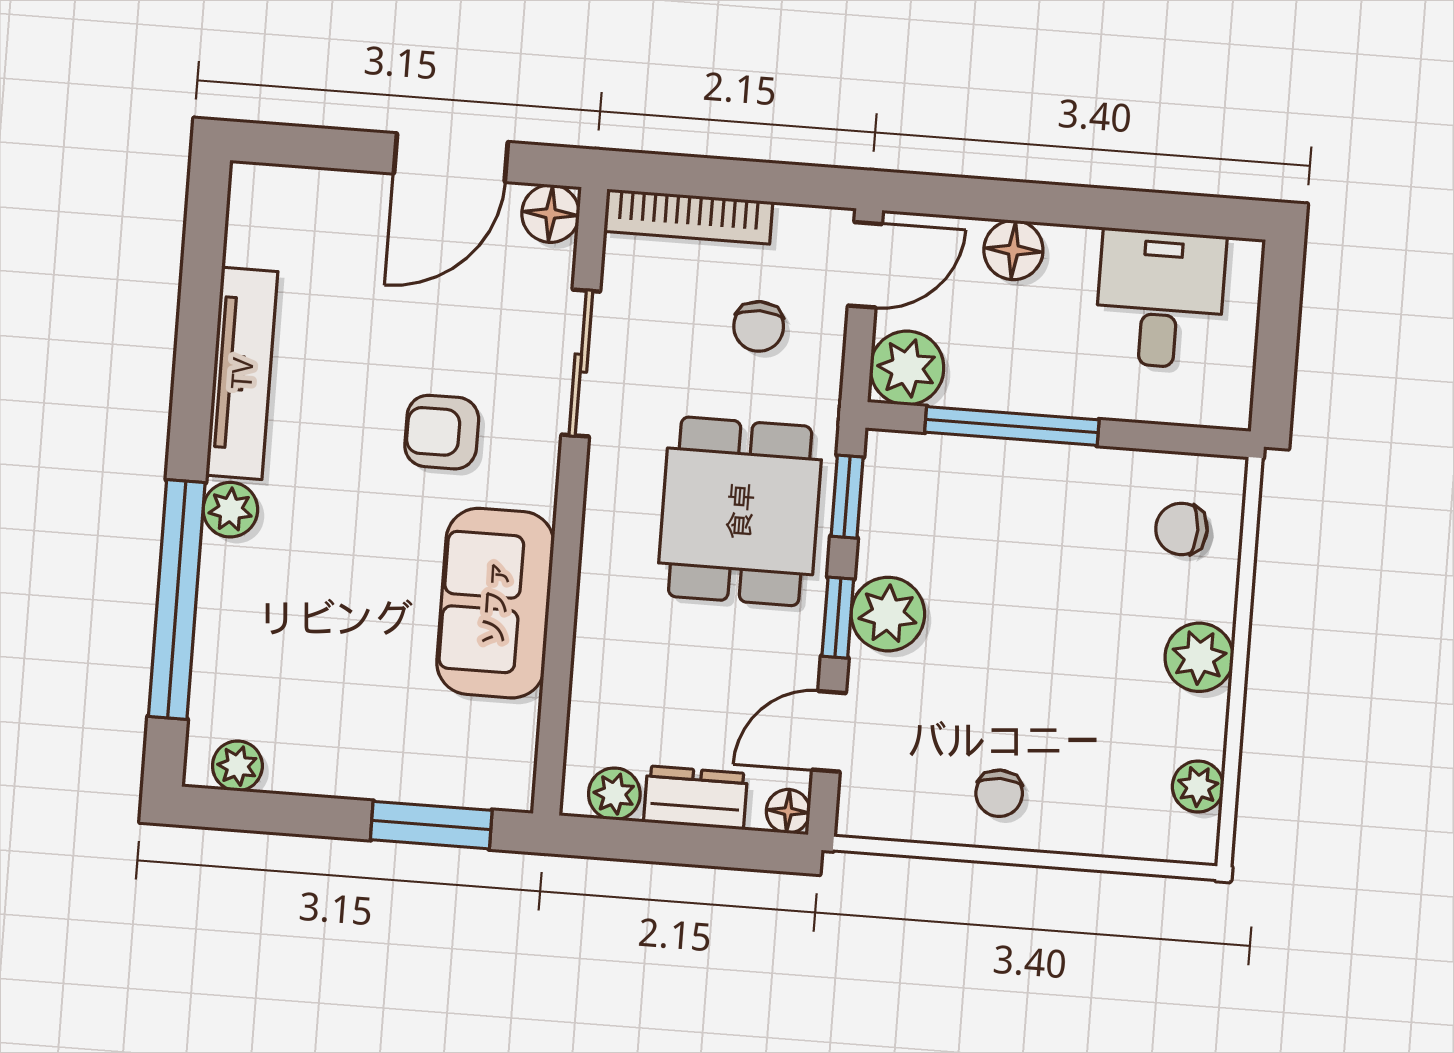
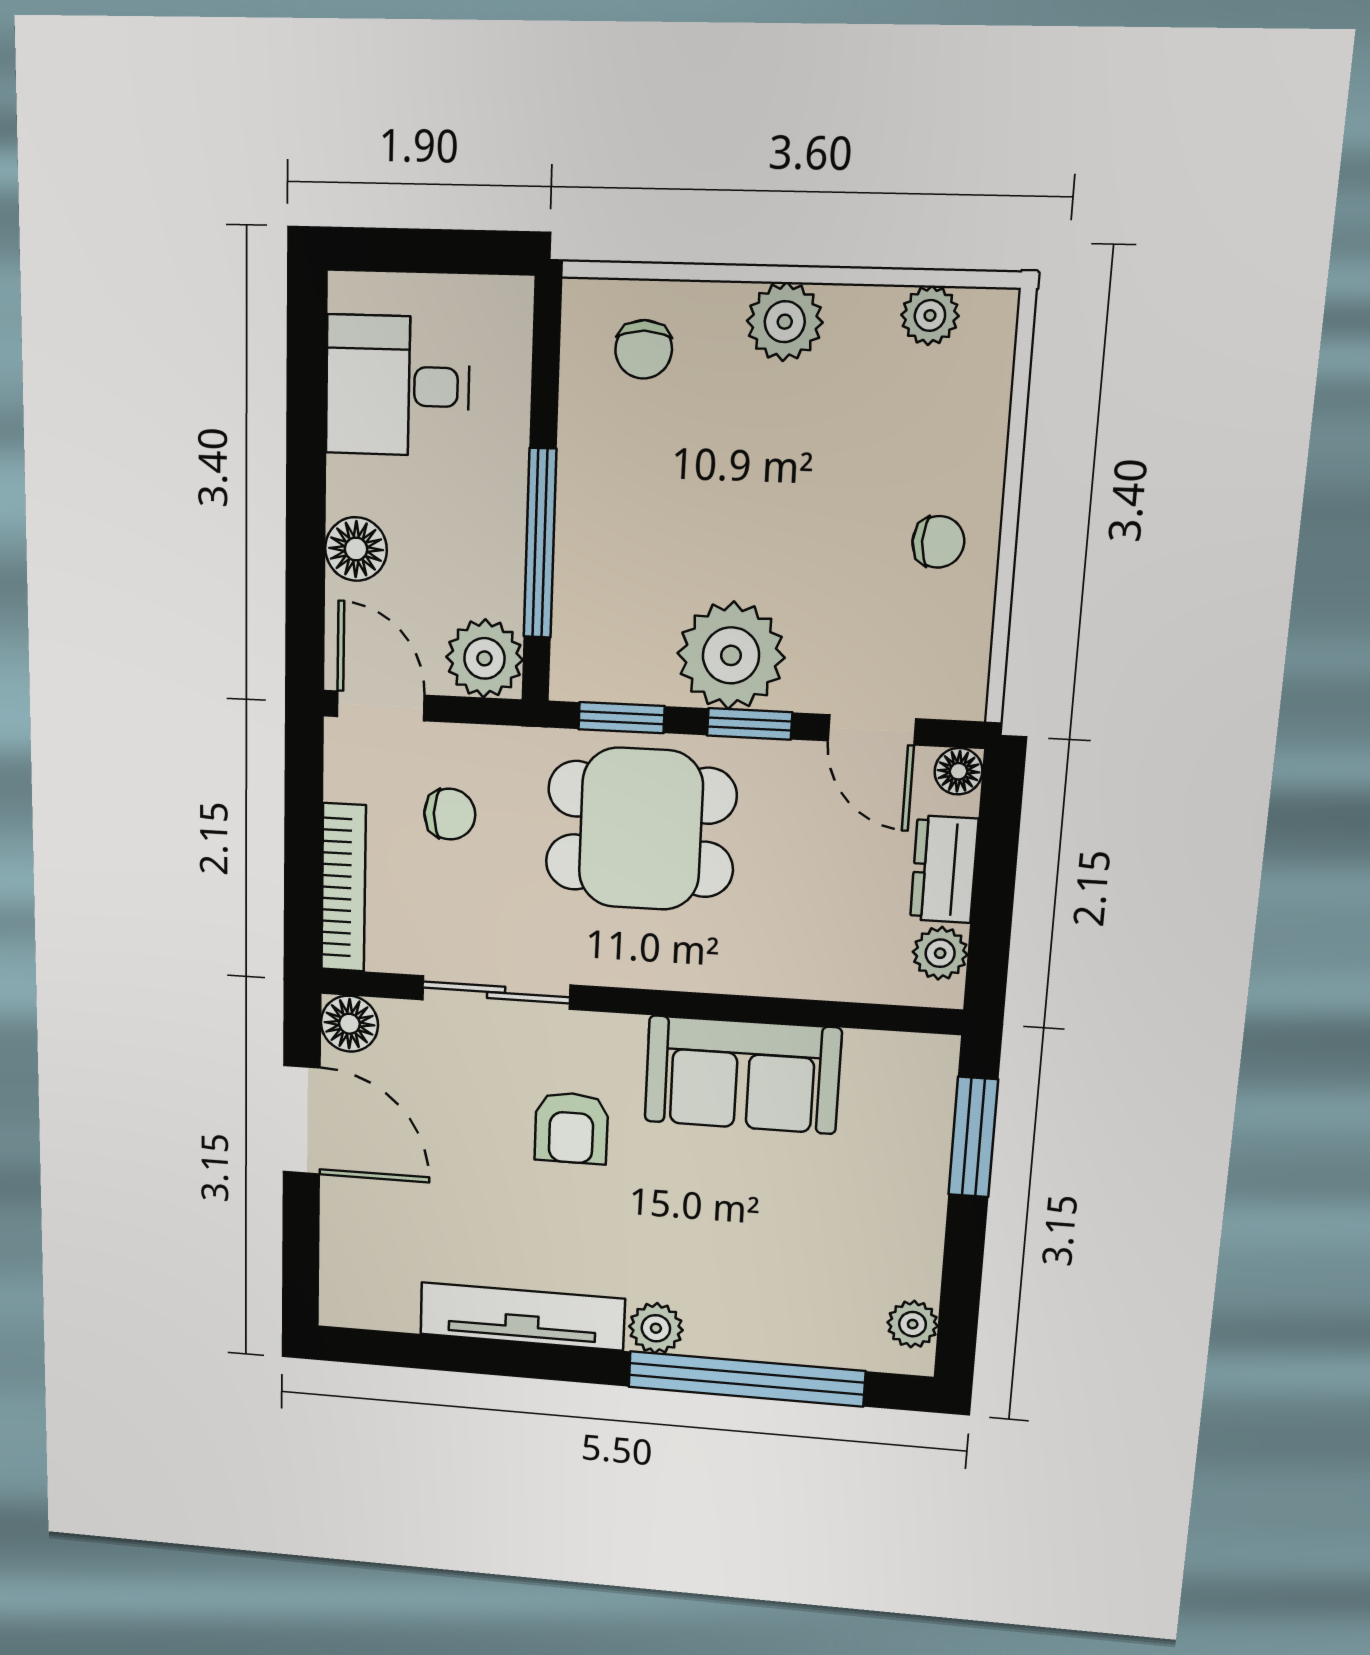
plant: (888, 614) -> (731, 655), width x1.36, depth x1.36

